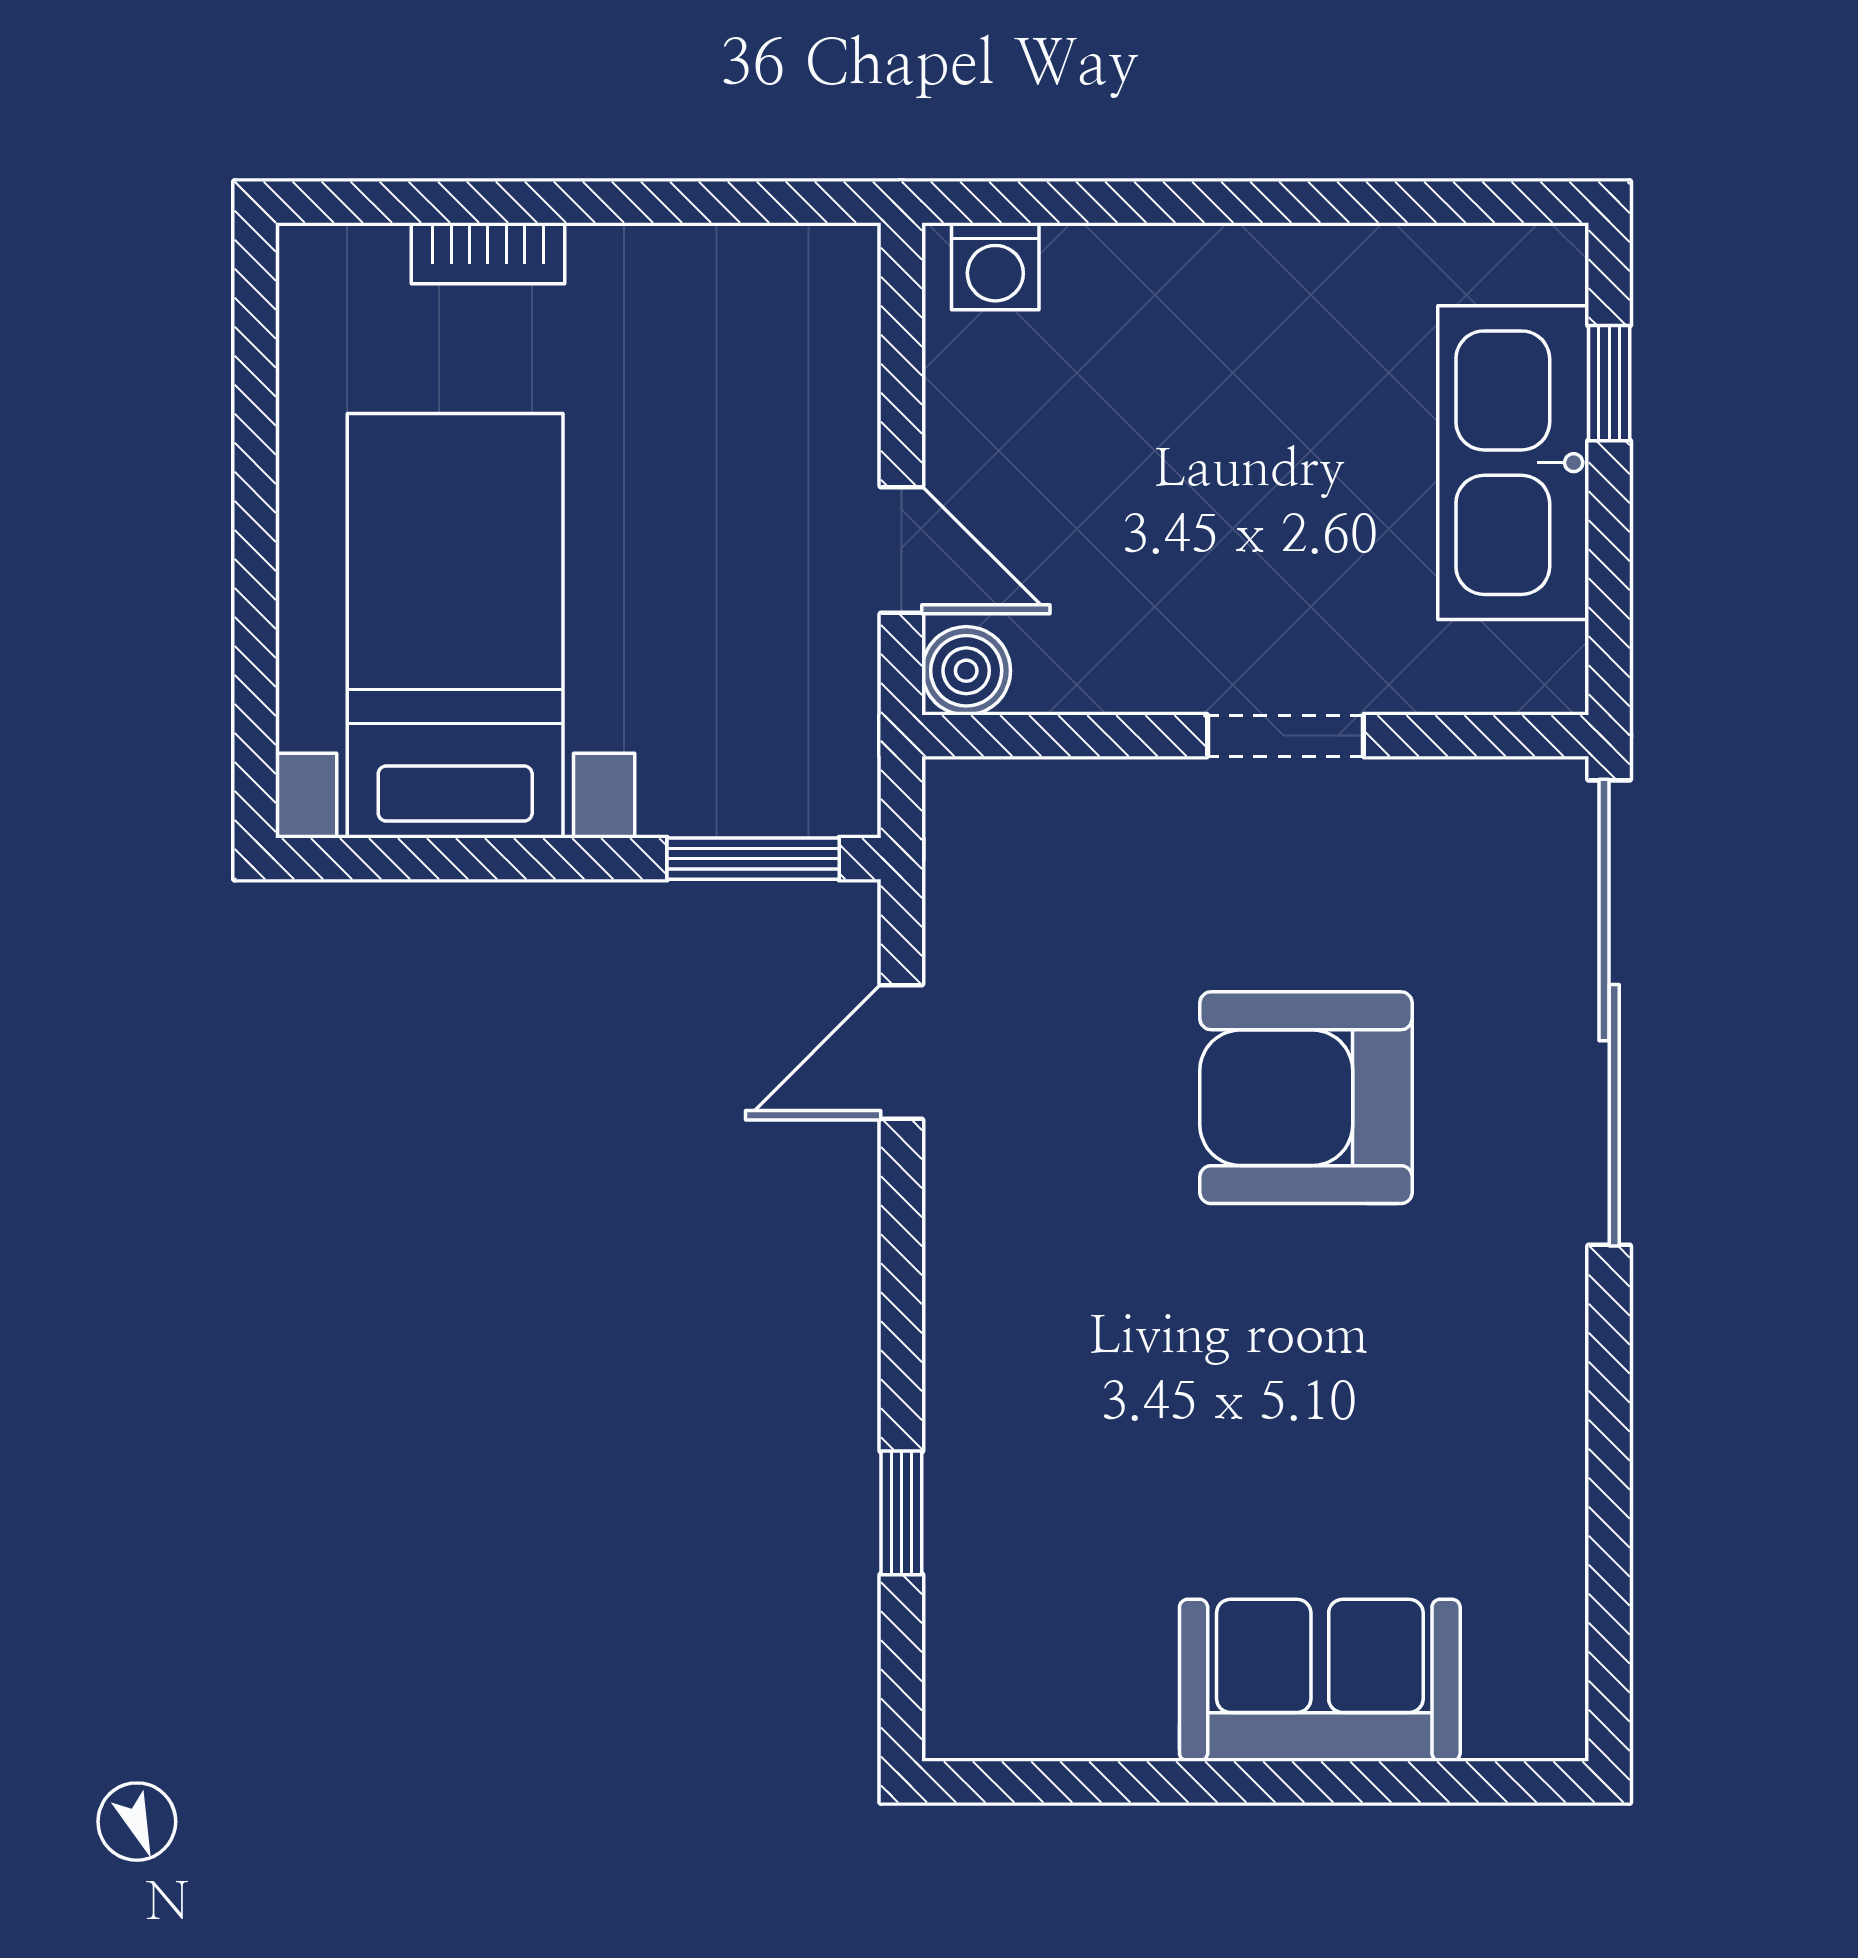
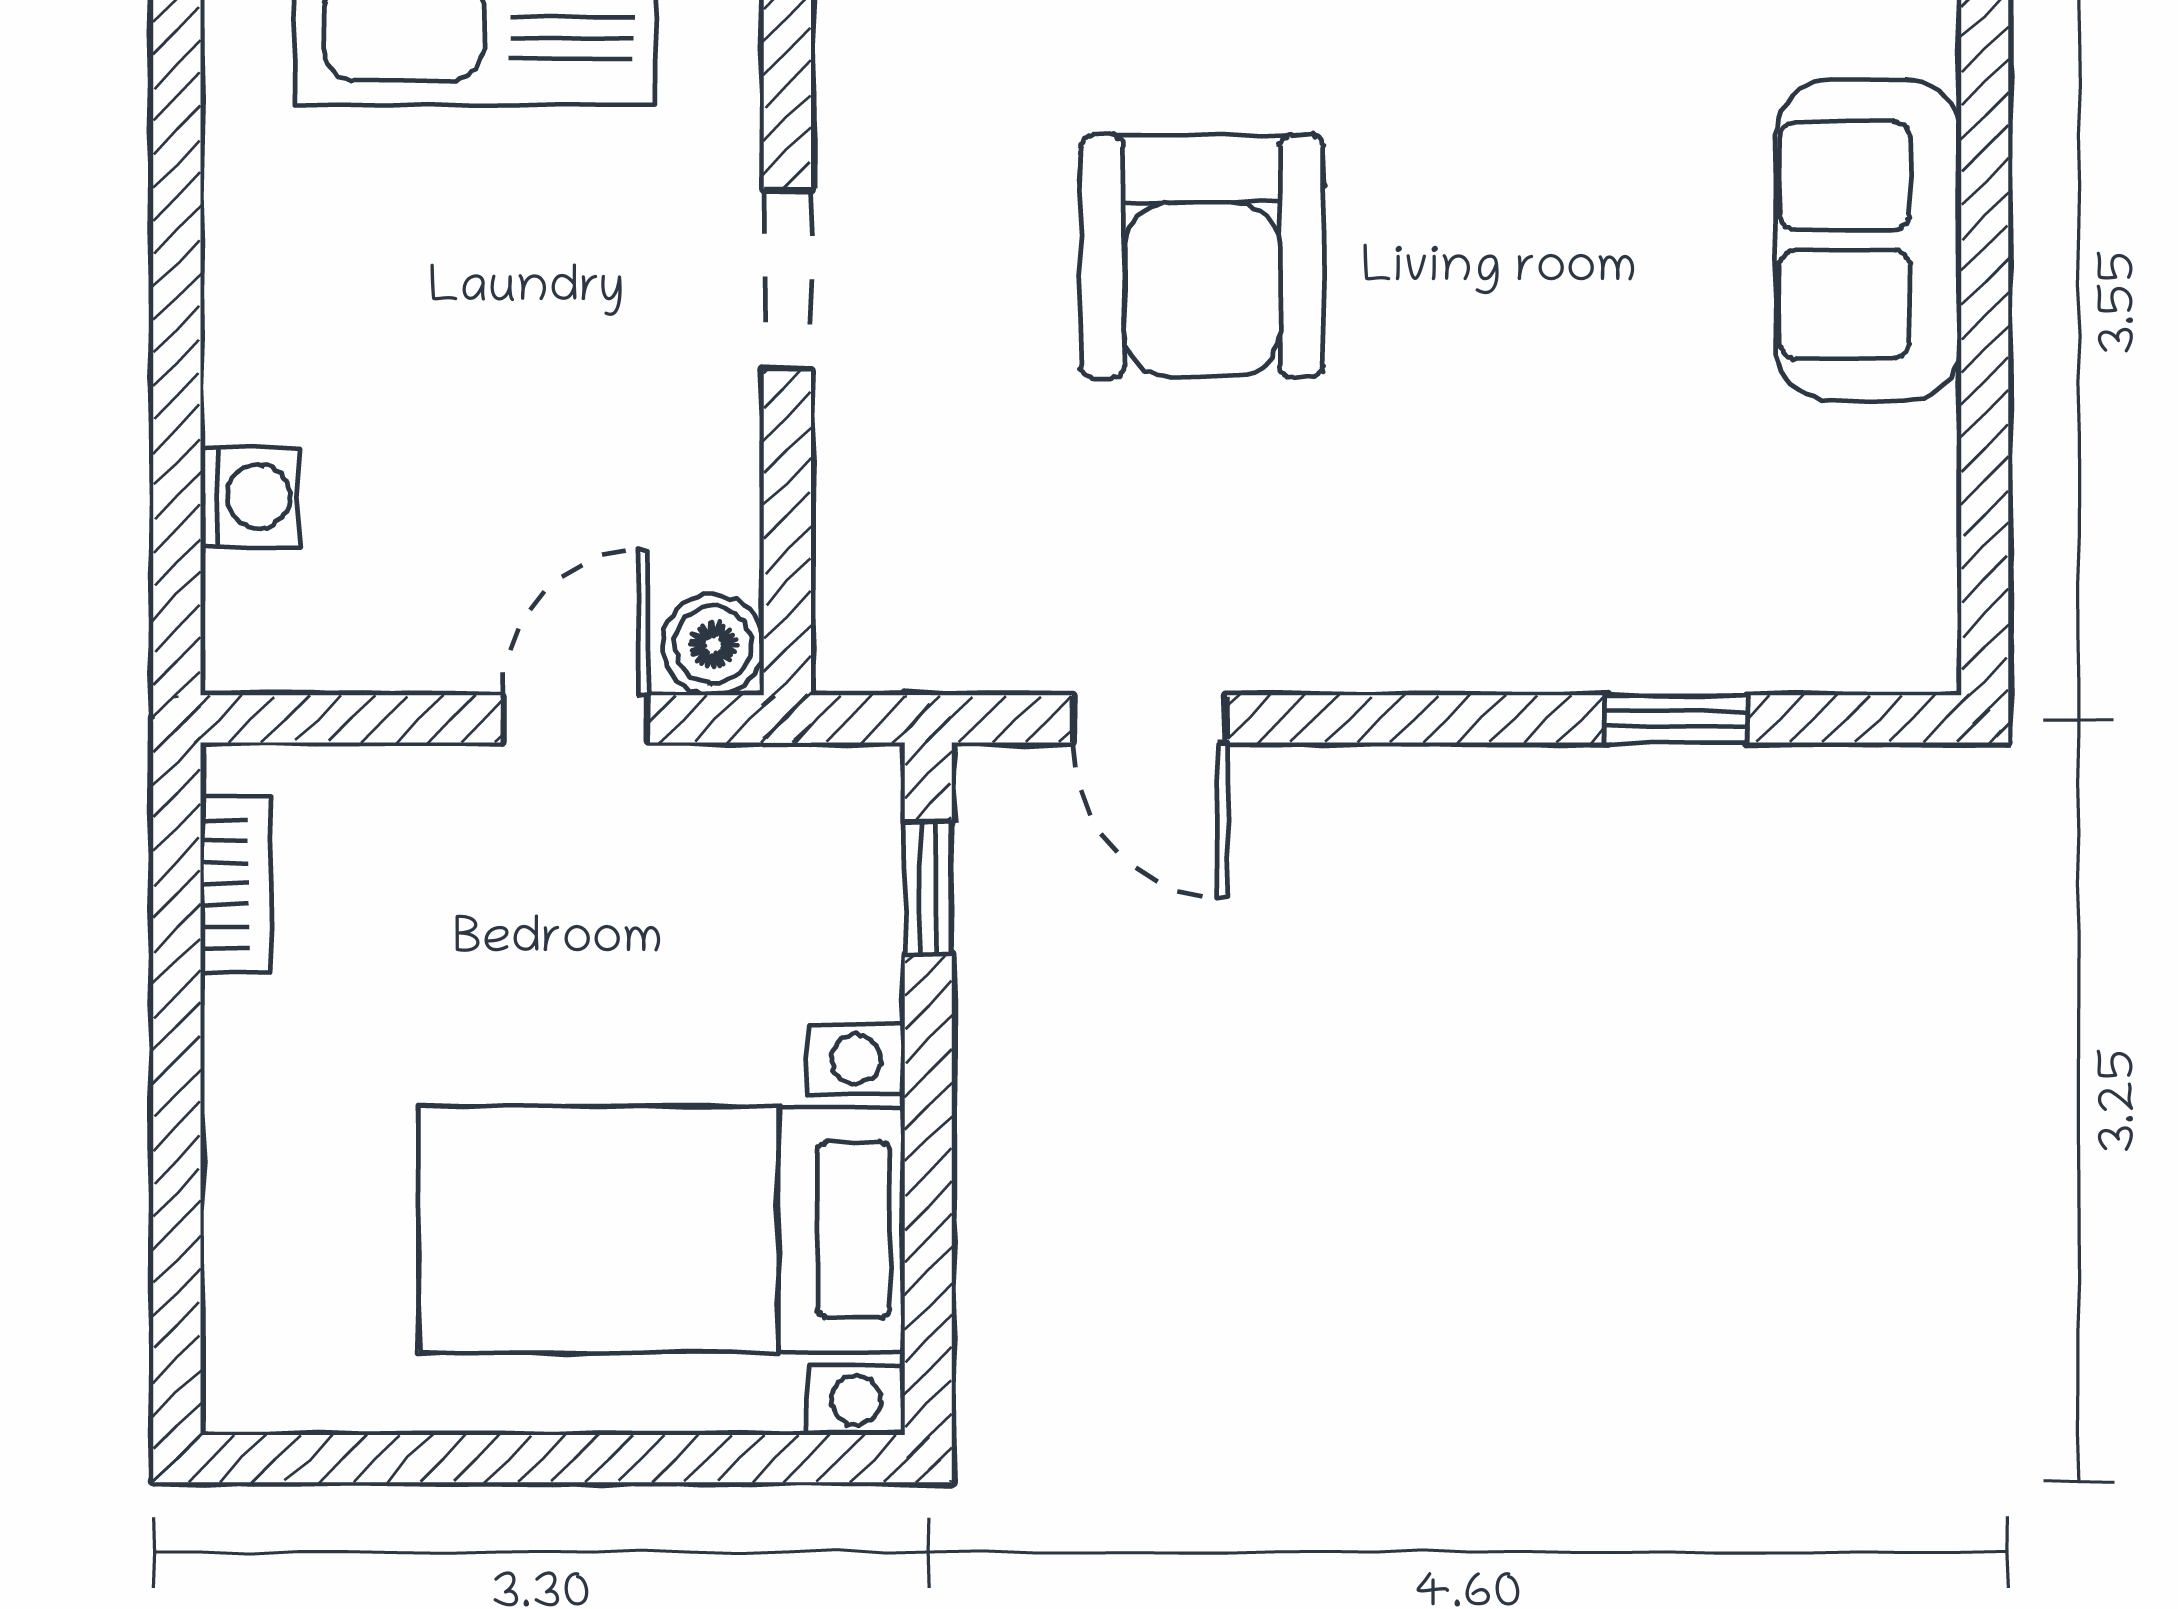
bookcase: (488, 253) -> (235, 884), moved
washing machine: (995, 266) -> (250, 497), moved
window: (753, 859) -> (928, 889), width x0.67

